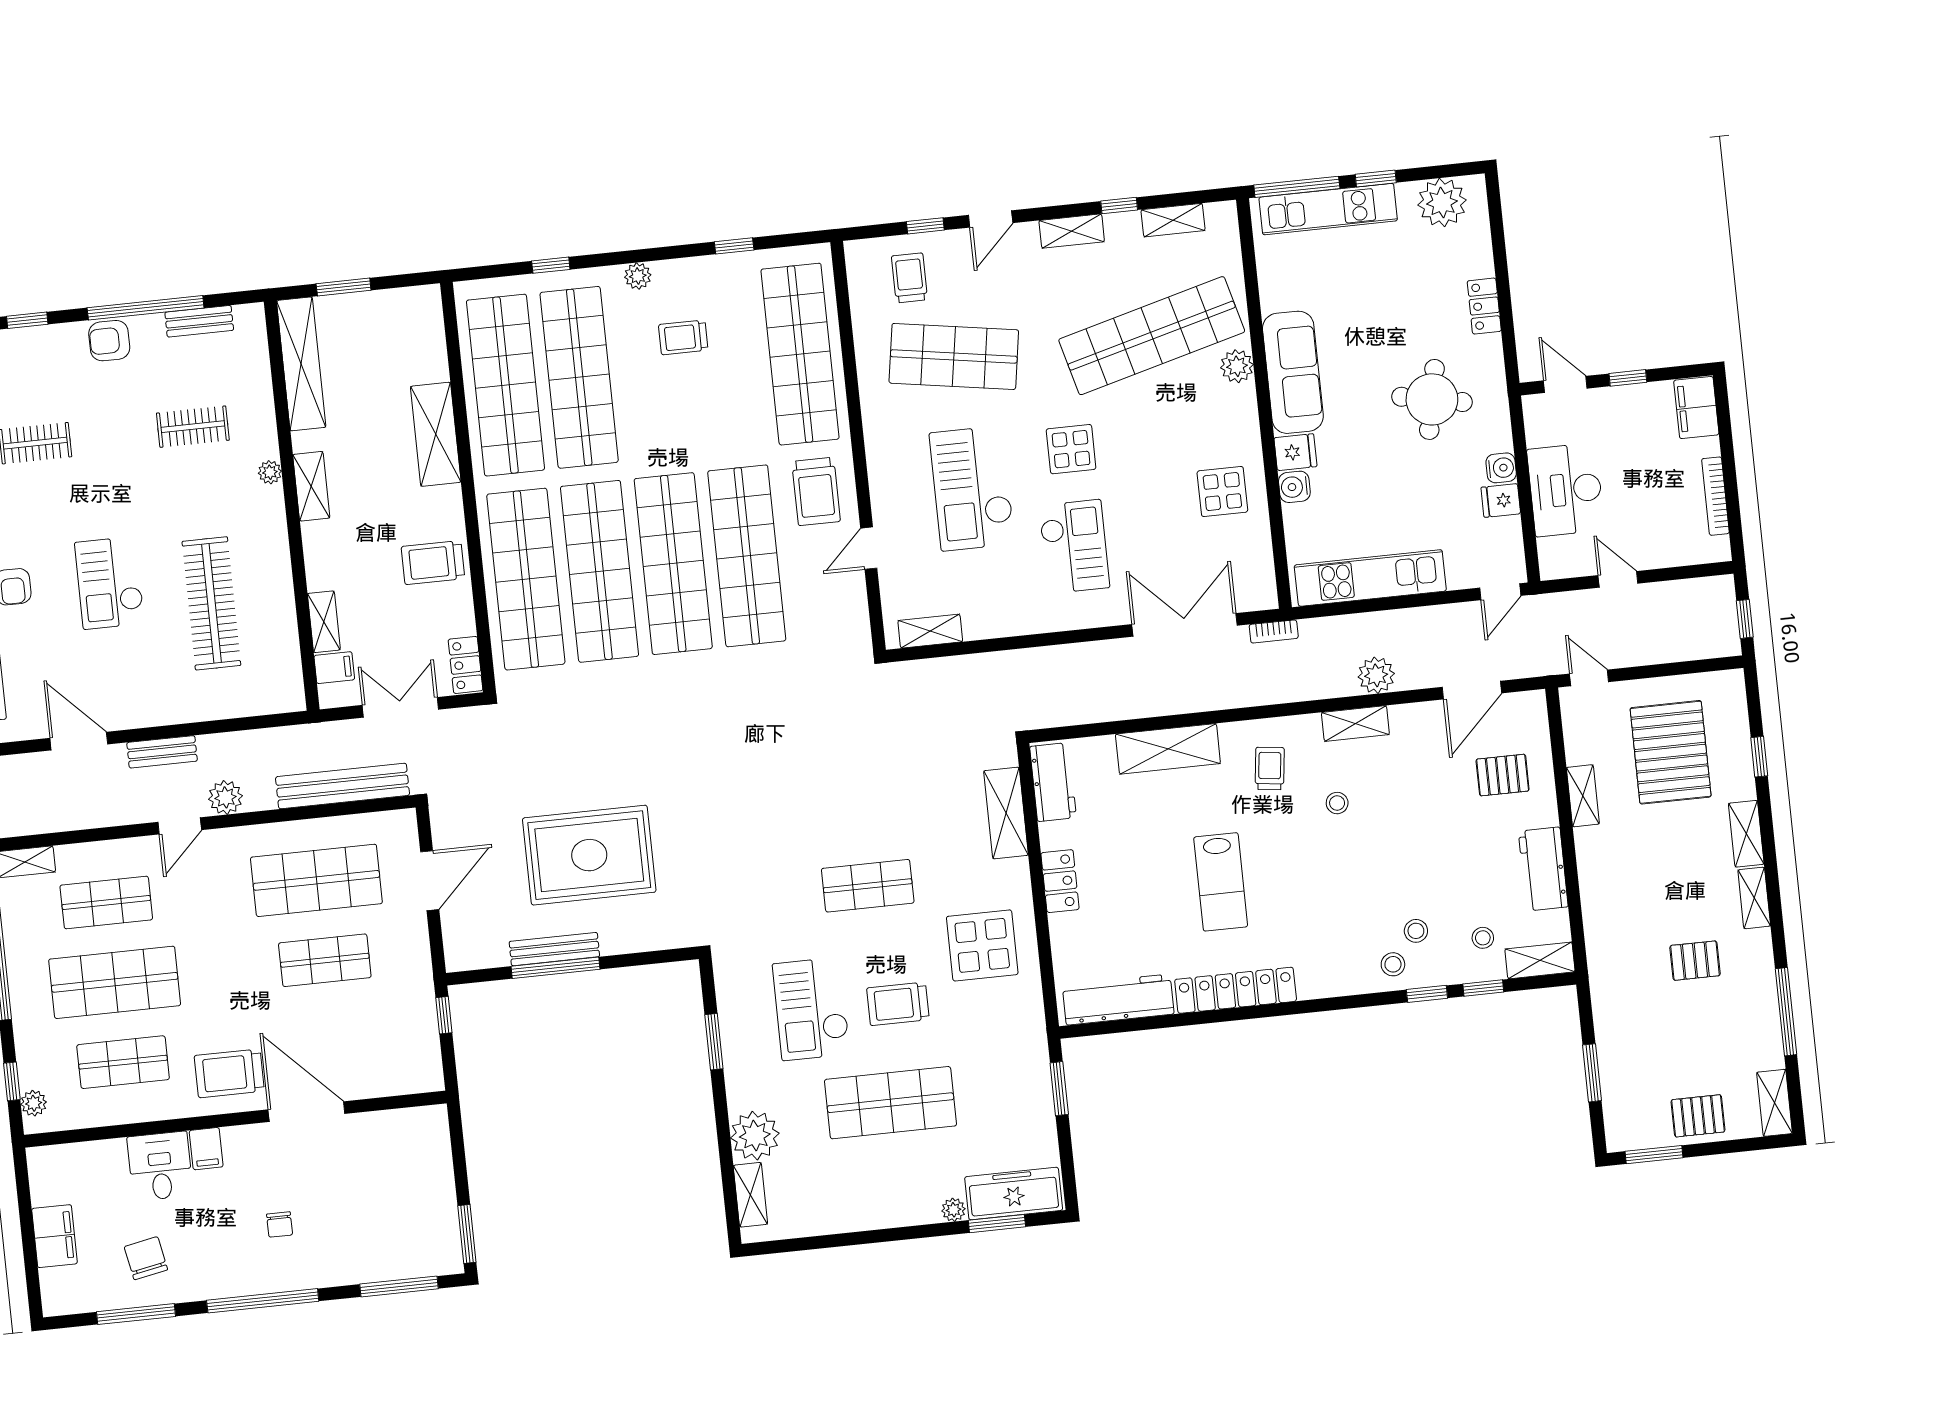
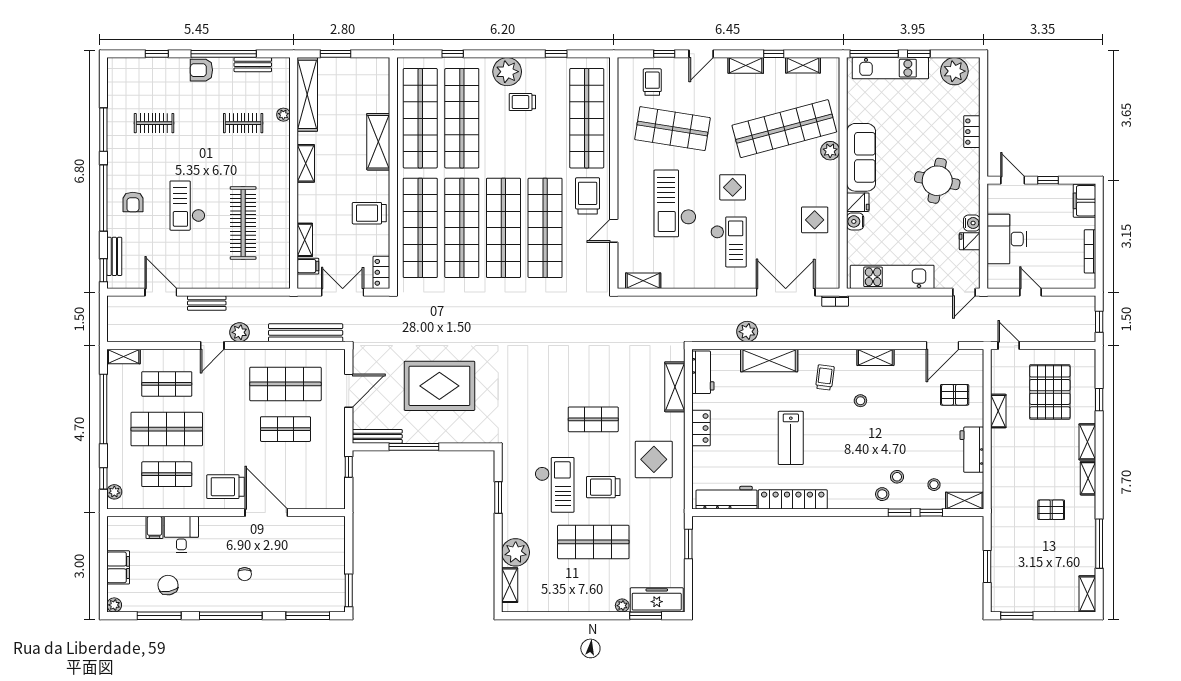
plant: (638, 276) -> (507, 72), width x1.88, depth x1.88
plant: (270, 472) -> (283, 115), moved
trolley: (816, 491) -> (588, 196), turned 180
plant: (1376, 675) -> (747, 332), moved
bench: (554, 949) -> (377, 436), moved
checkout: (811, 1009) -> (555, 485), turned 180
pallet: (1698, 1116) -> (1044, 597), removed
filing cabinet: (206, 1149) -> (154, 527), moved
plant: (54, 1303) -> (114, 605), added

